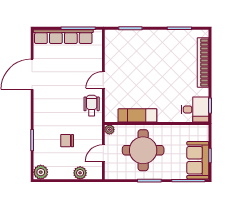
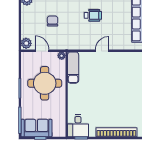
door: (103, 80) -> (102, 51), hinge flipped
wheelchair: (92, 105) -> (93, 15), moved
exam couch: (137, 115) -> (73, 68), moved
plant: (80, 173) -> (26, 43), moved

